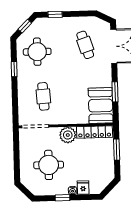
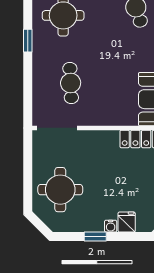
plant: (68, 135) -> (106, 142), removed
round table: (49, 165) -> (60, 190), moved

